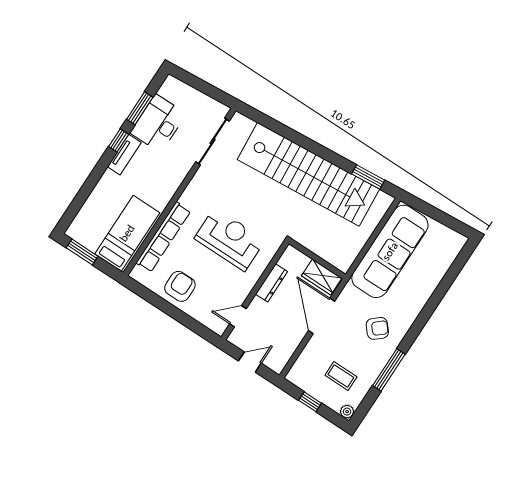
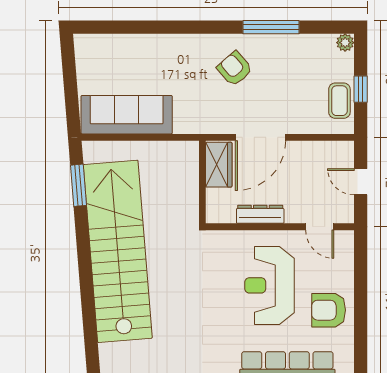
reception desk: (230, 239) -> (270, 285), moved
sofa: (390, 251) -> (127, 115), width x0.74, depth x0.79
coffee table: (341, 376) -> (339, 101), moved

